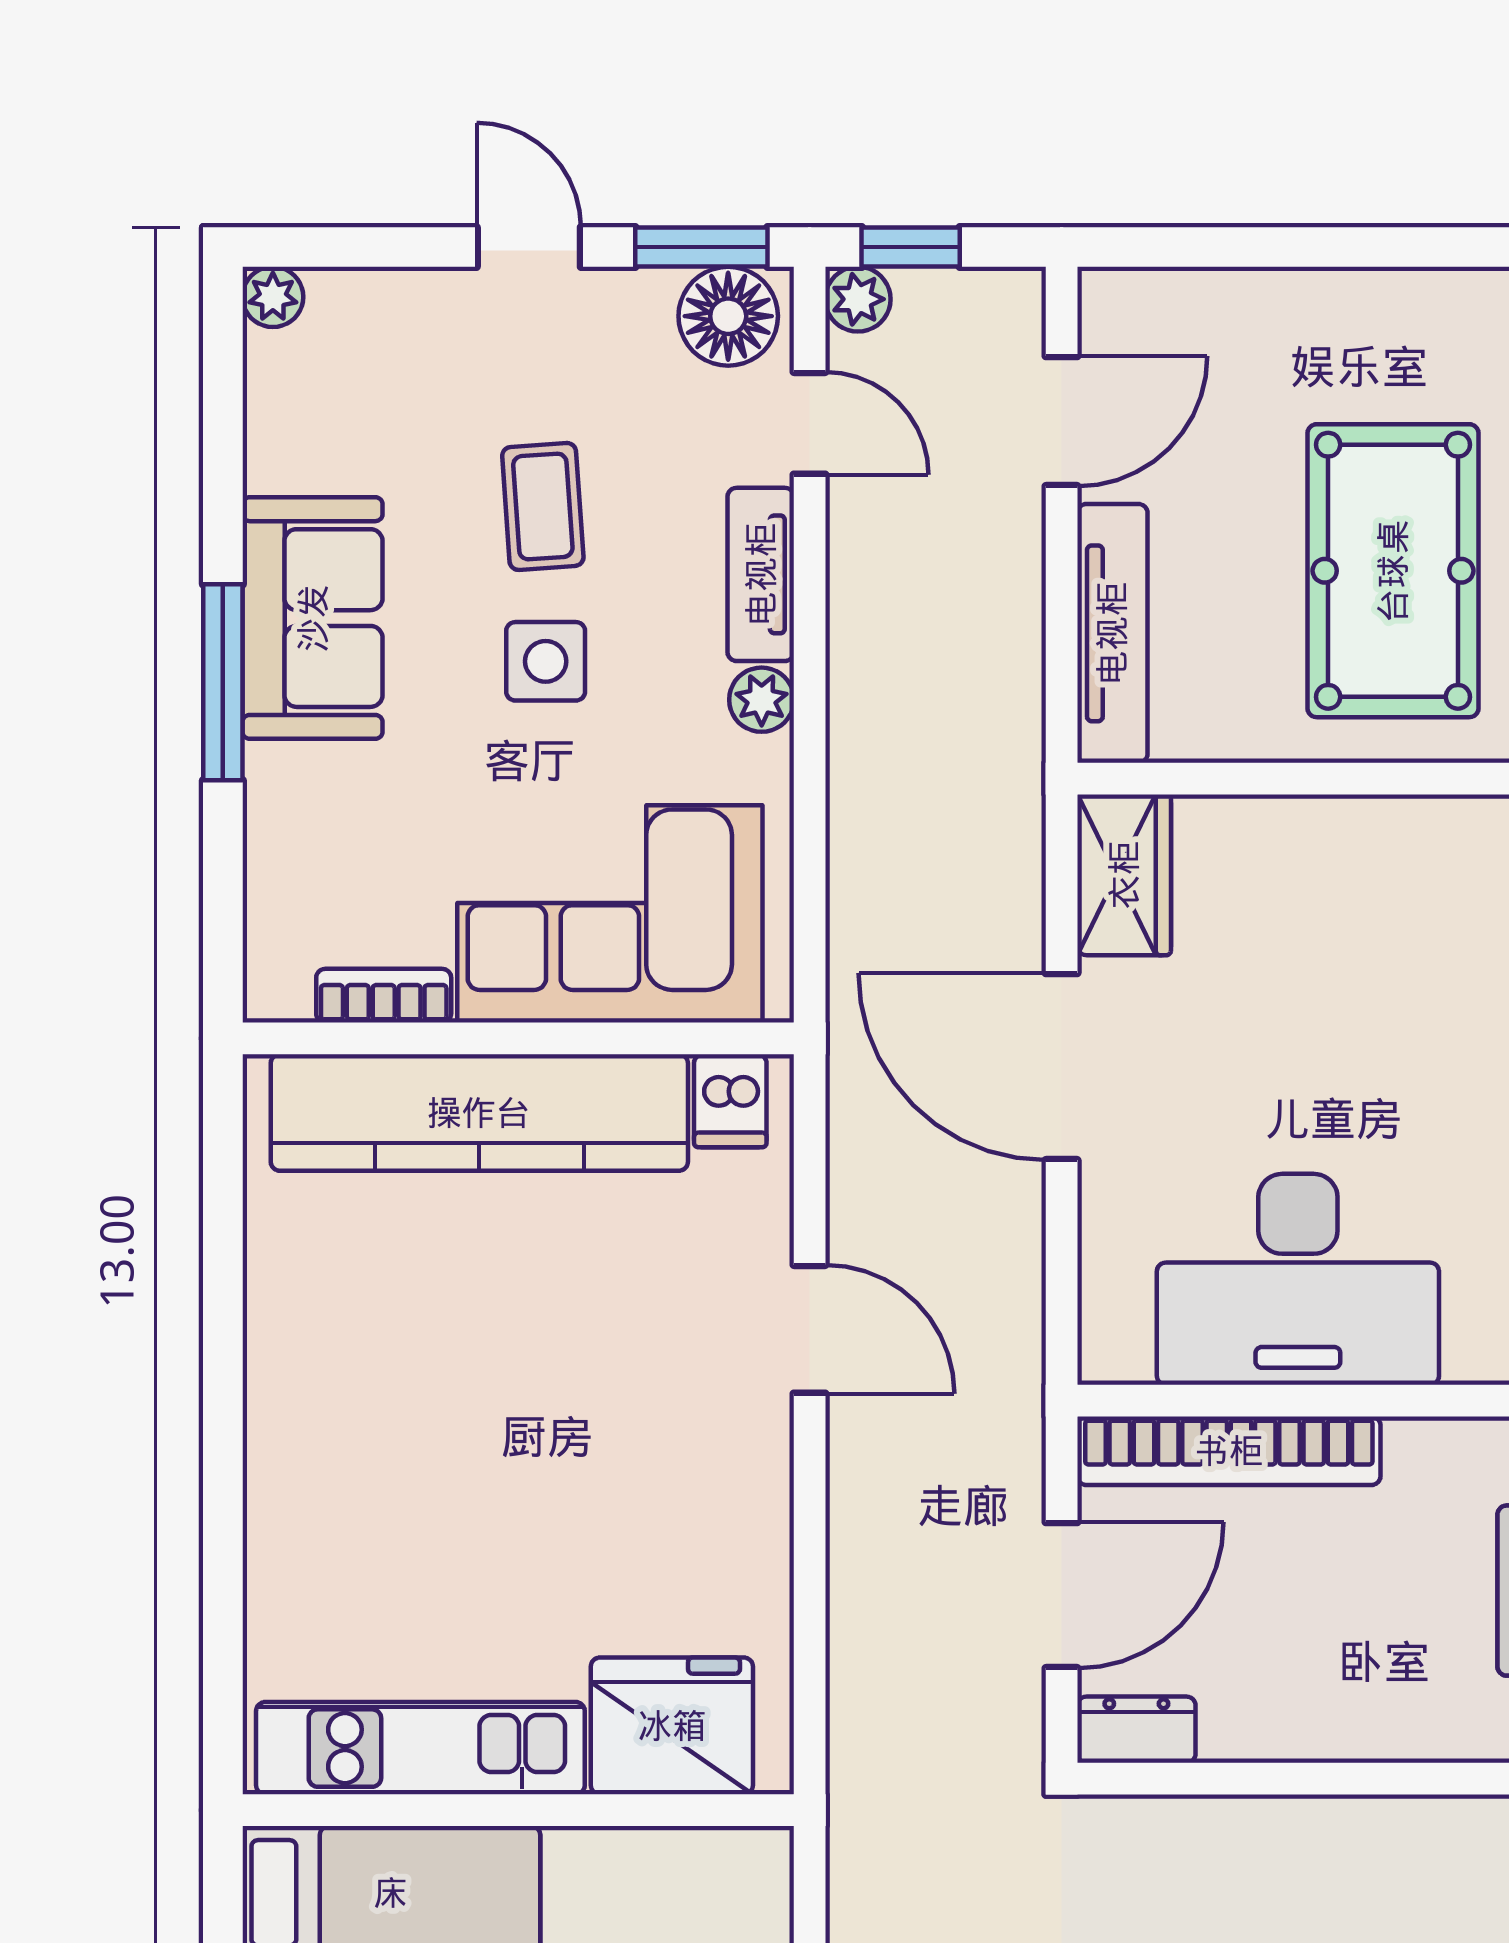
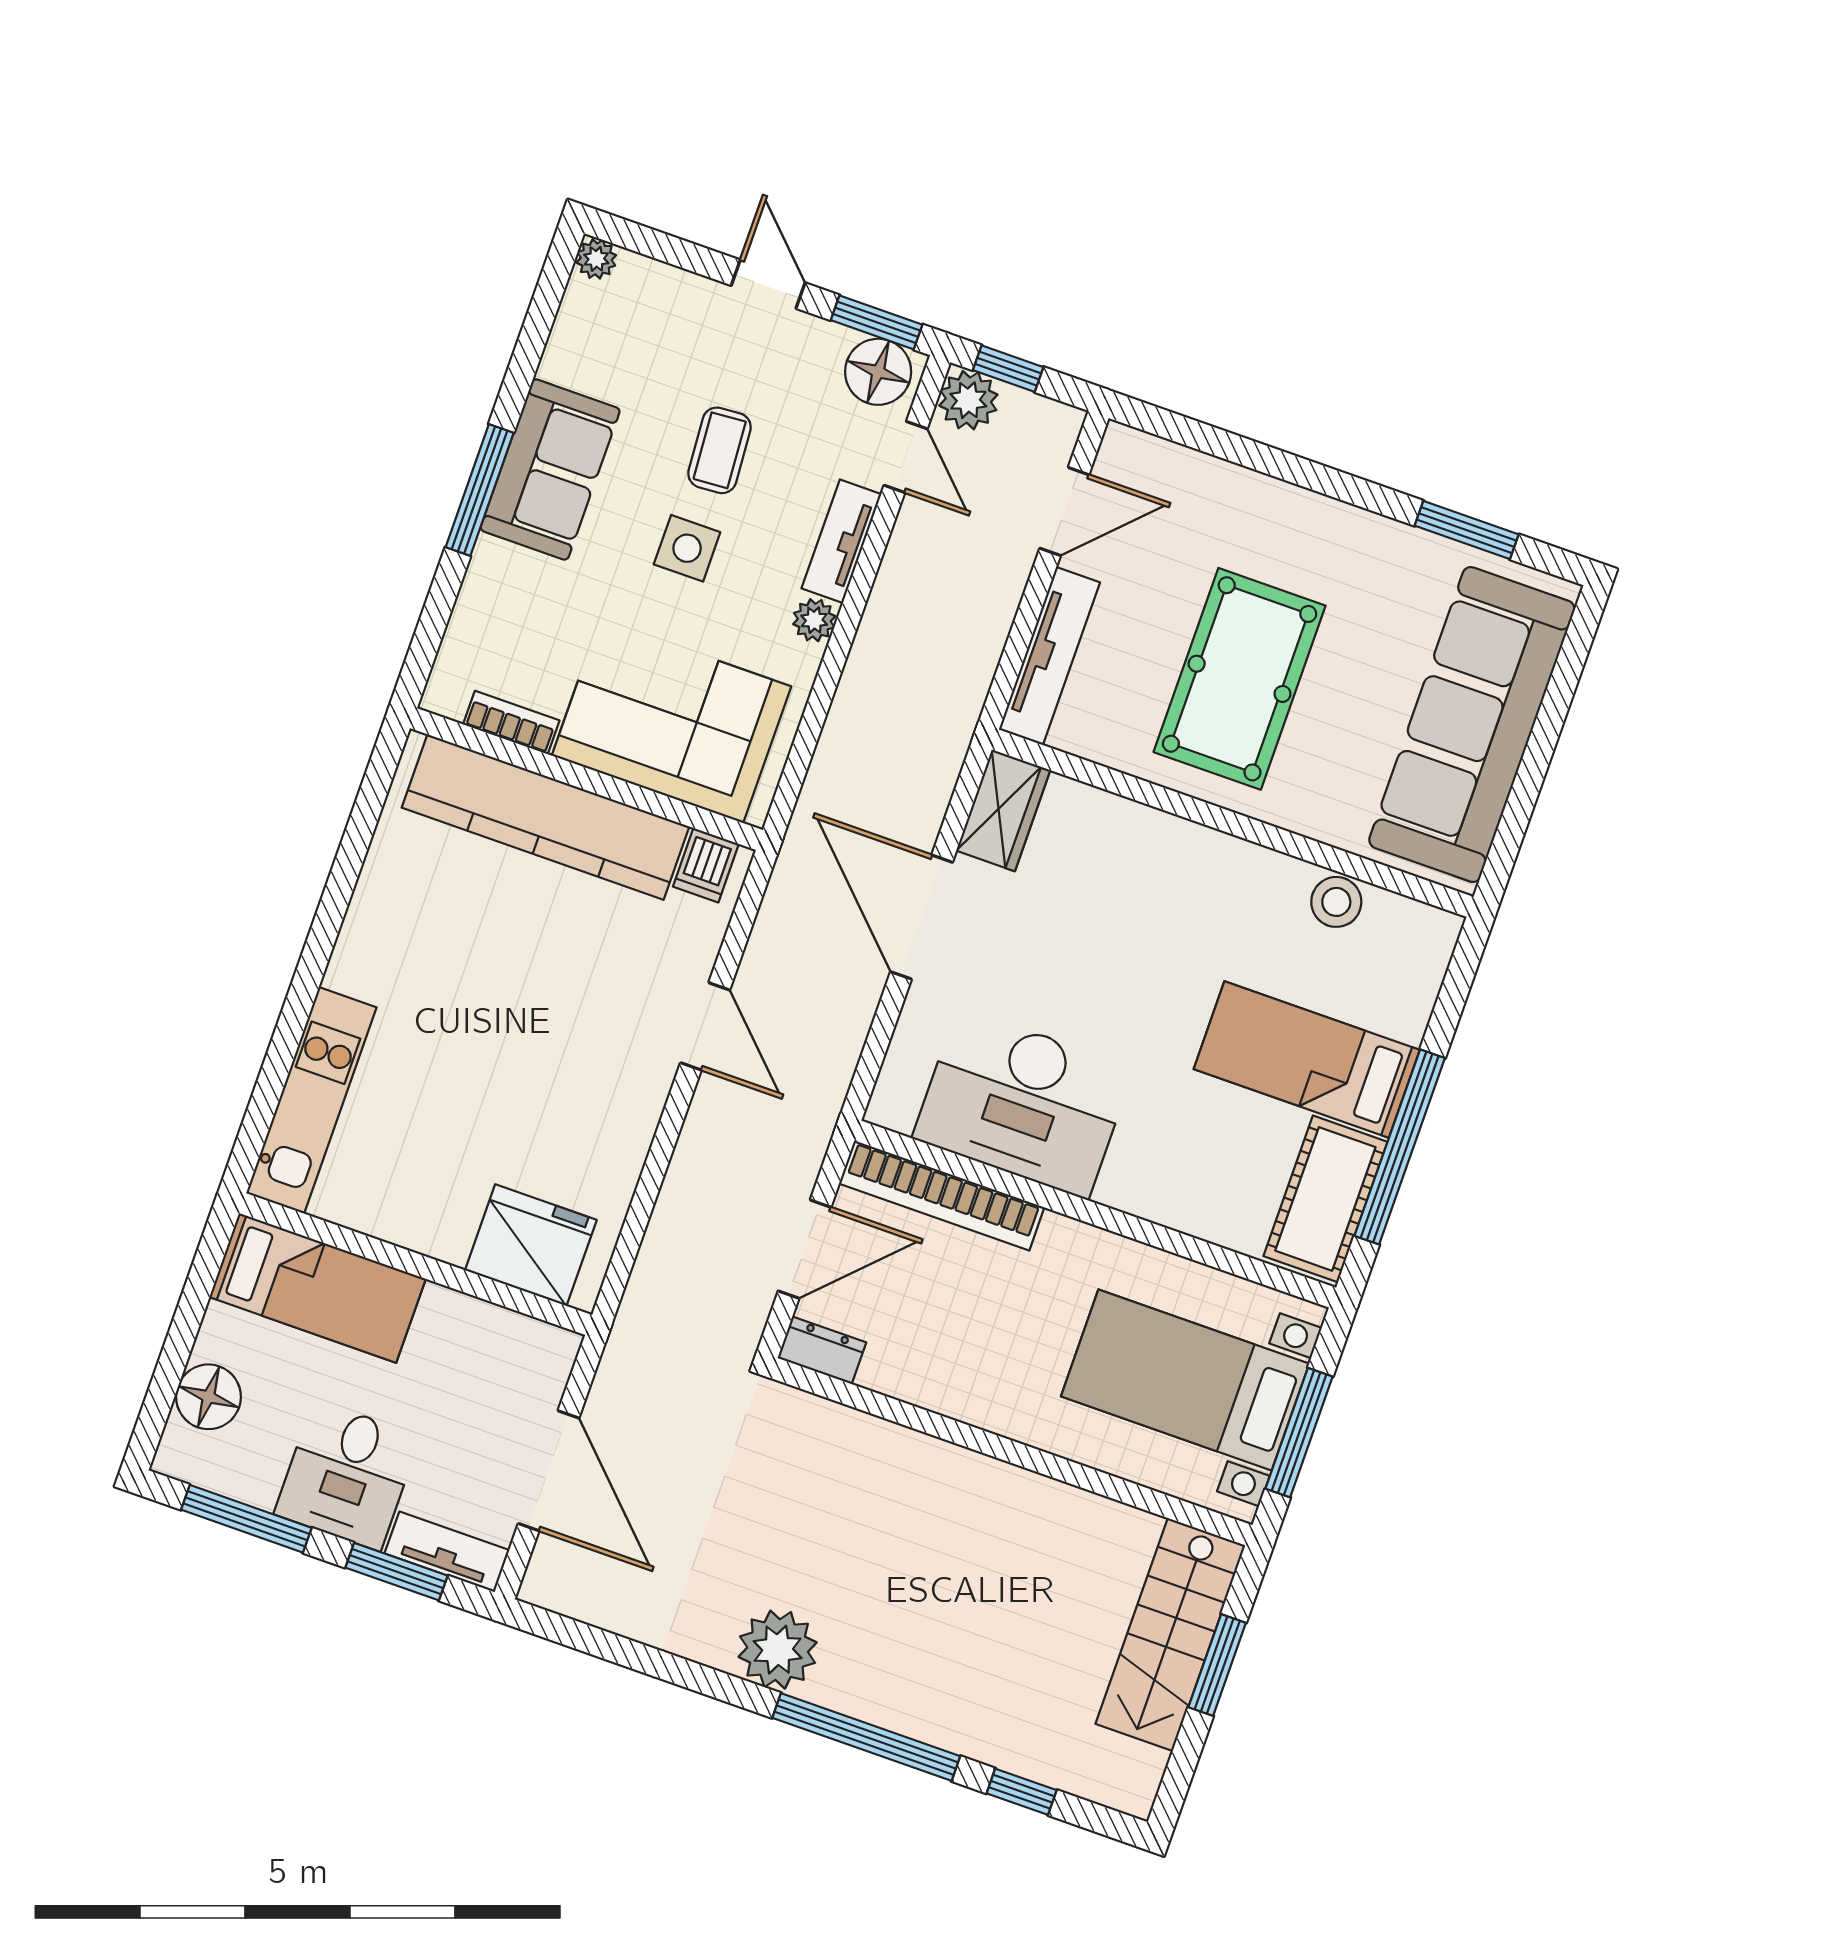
plant: (858, 299) -> (968, 400), width x1.38, depth x1.38
kitchen unit: (420, 1748) -> (311, 1100), moved, turned 90

